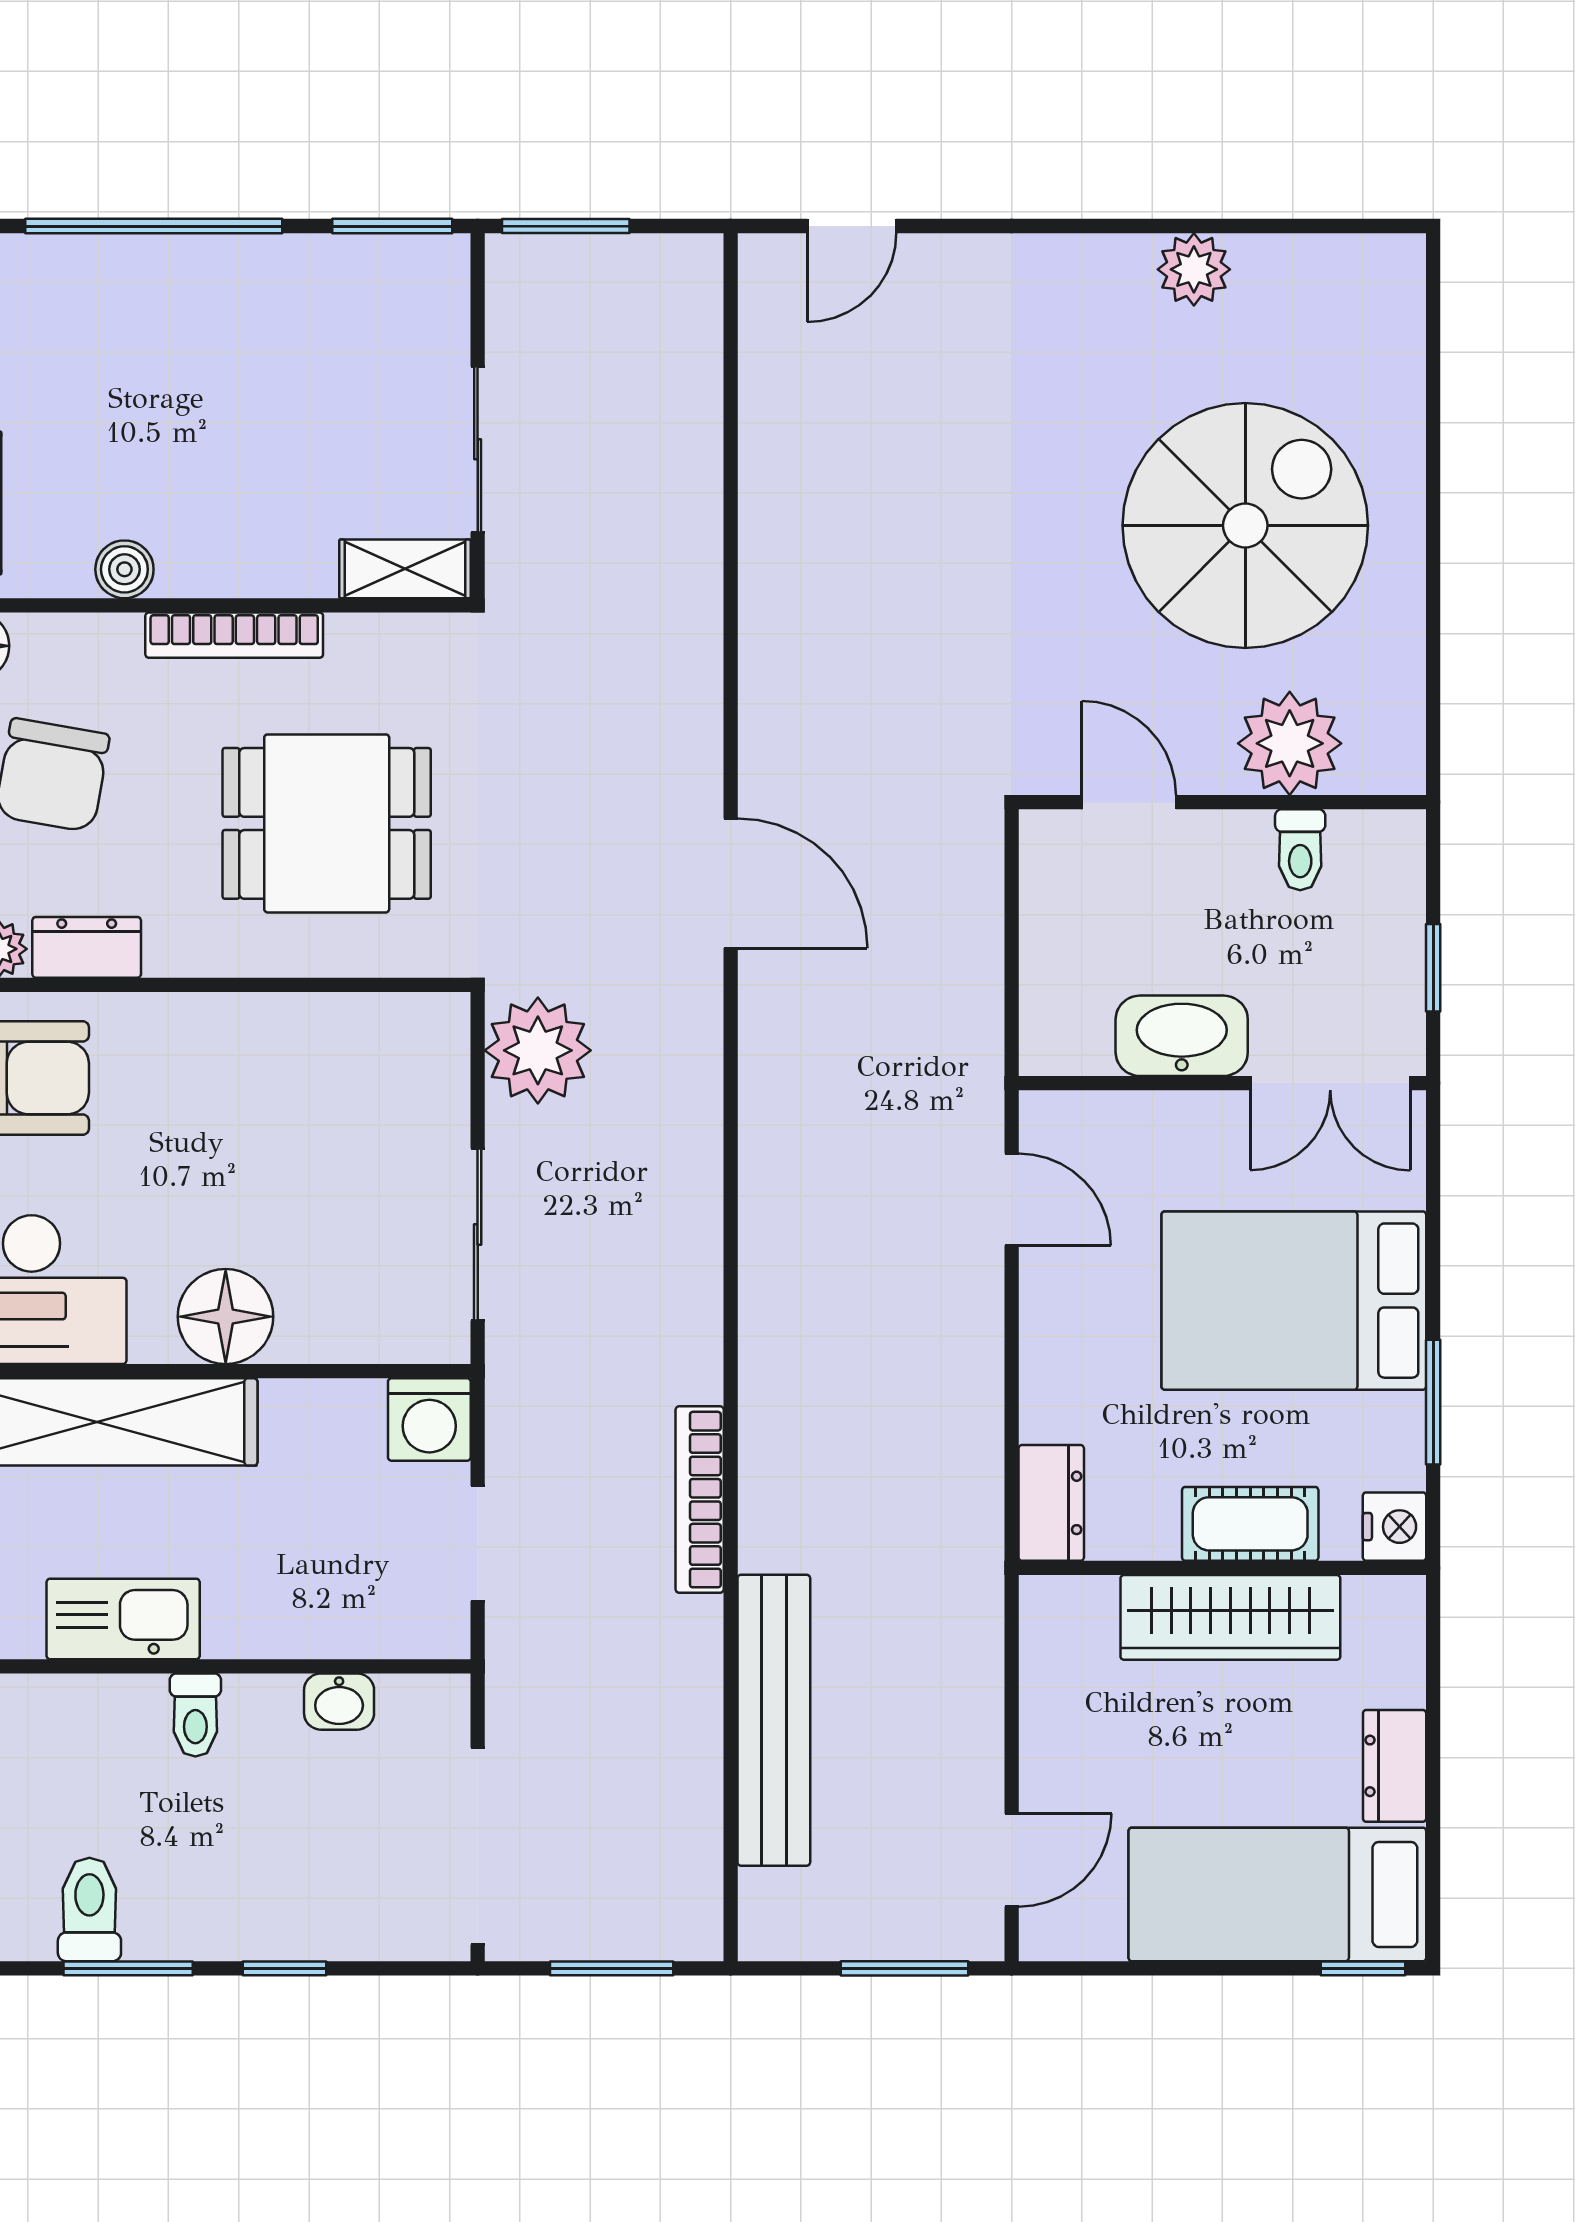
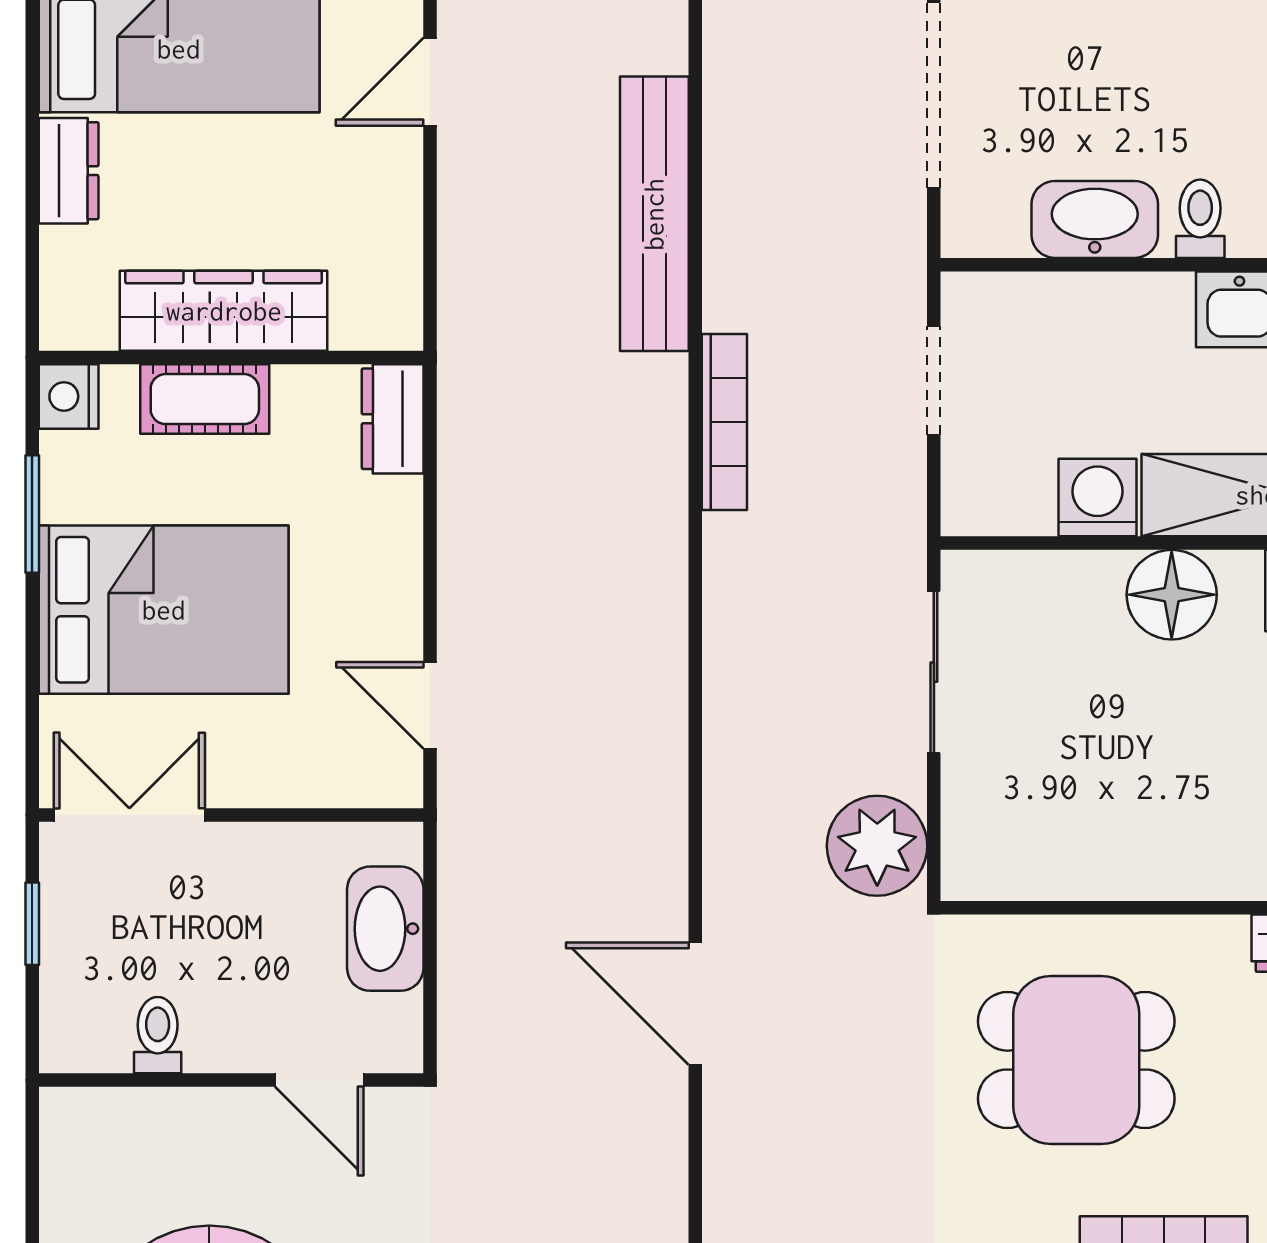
plant: (1290, 743) -> (168, 1136), removed
washbasin: (1182, 1036) -> (385, 929), moved, turned 90
washing machine: (429, 1420) -> (1097, 498), moved
washbasin: (339, 1702) -> (1095, 219), width x1.91, depth x1.45

